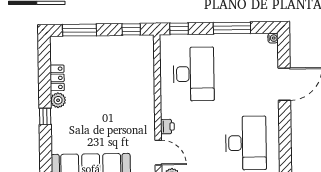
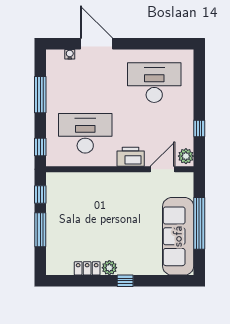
window: (79, 30) -> (40, 230), moved
water cooler: (273, 38) -> (70, 54), moved
printer: (167, 127) -> (131, 157), width x1.87, depth x1.48

